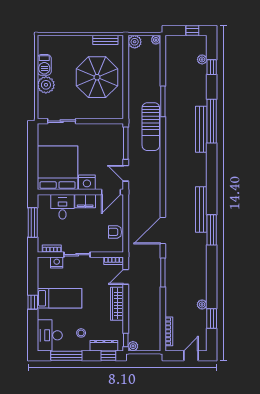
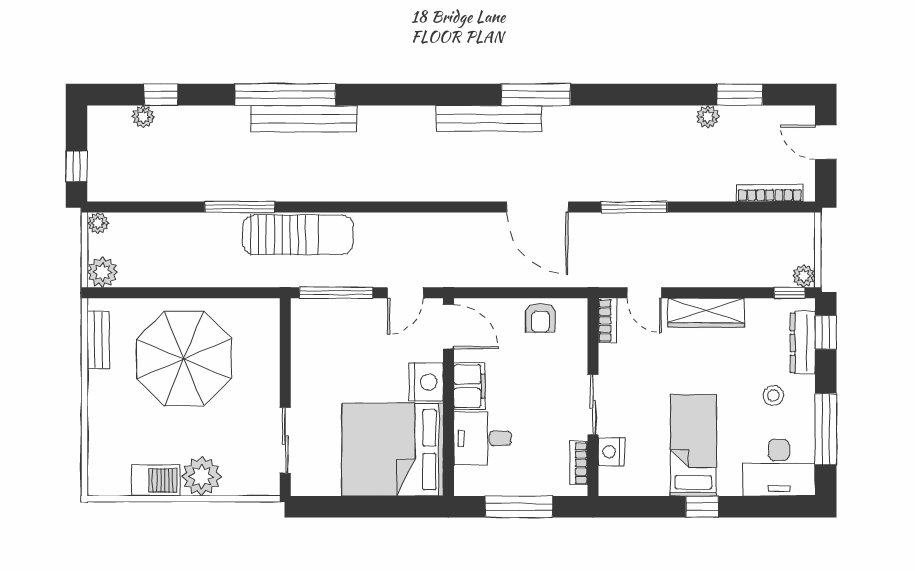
window: (192, 30) -> (76, 166), moved

